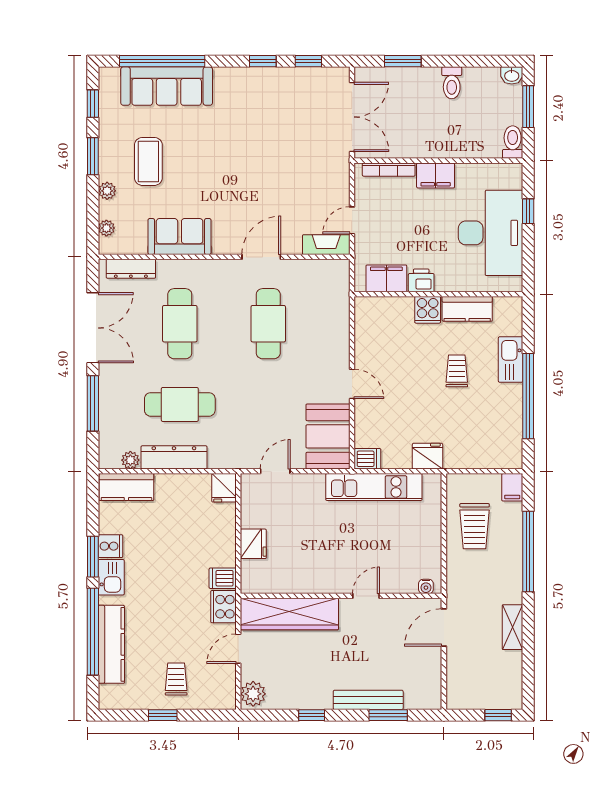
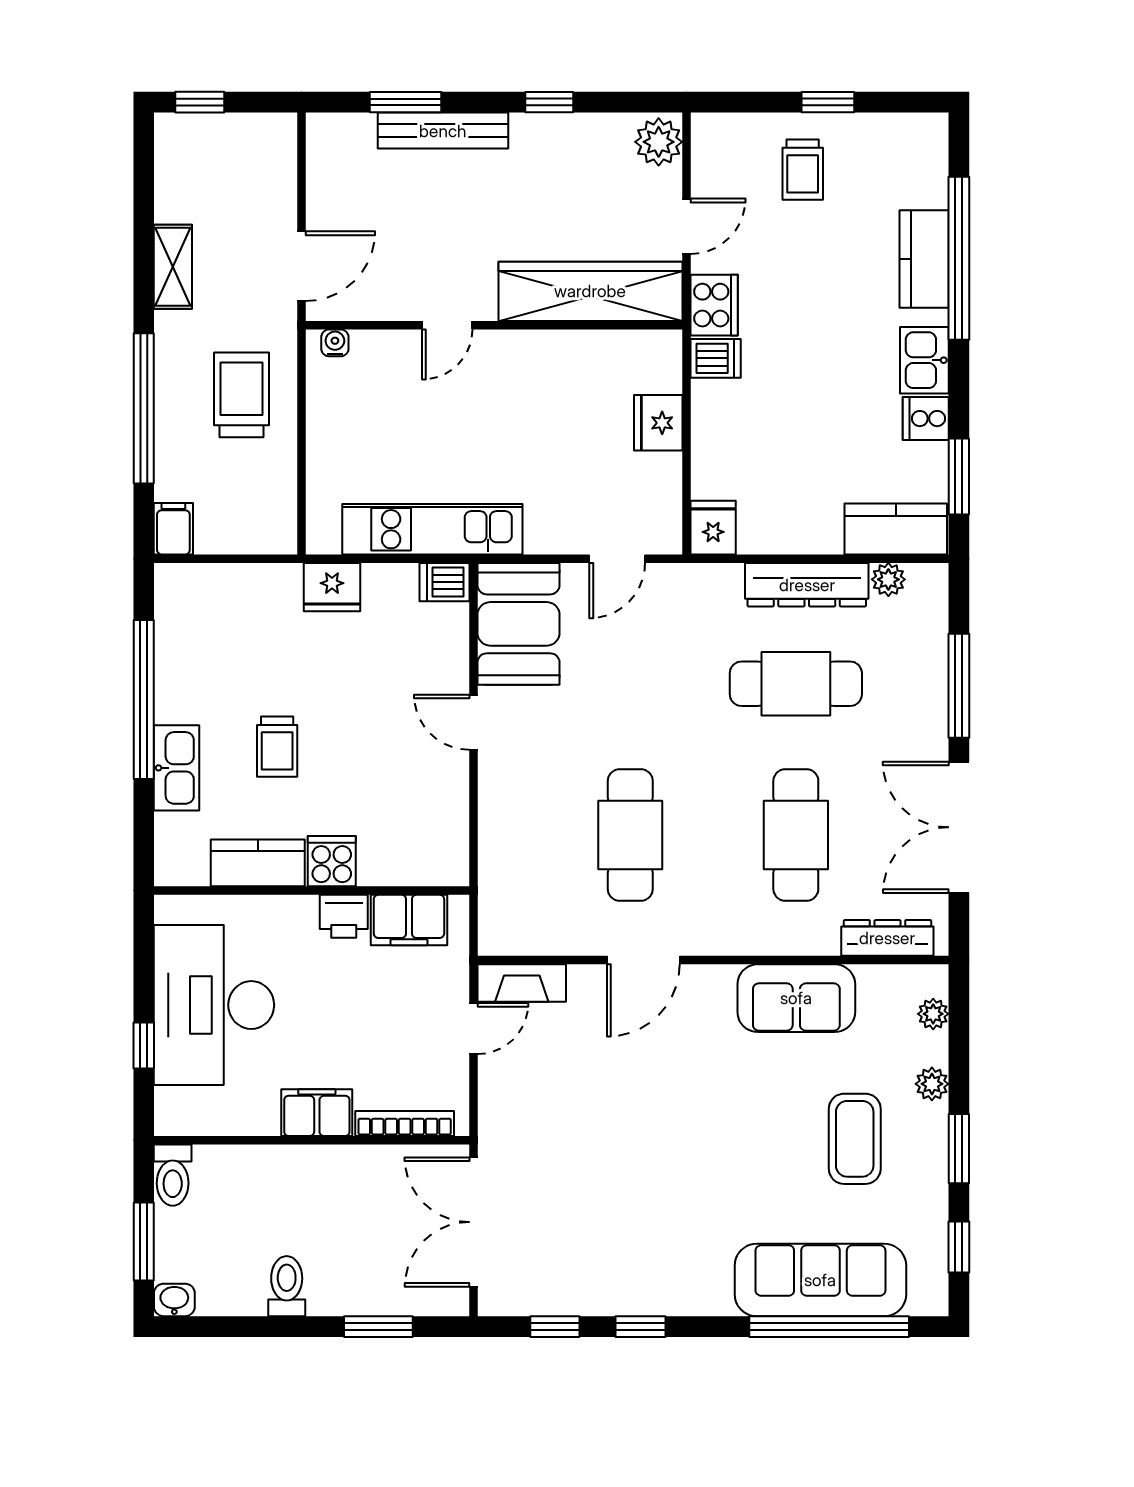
trolley: (475, 526) -> (242, 395), moved
window: (93, 557) -> (959, 477), moved
kitchen counter: (111, 644) -> (924, 259), width x0.67

